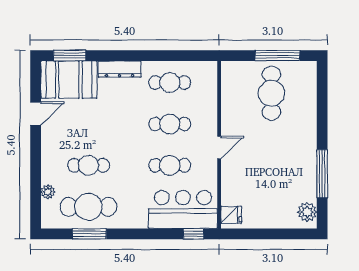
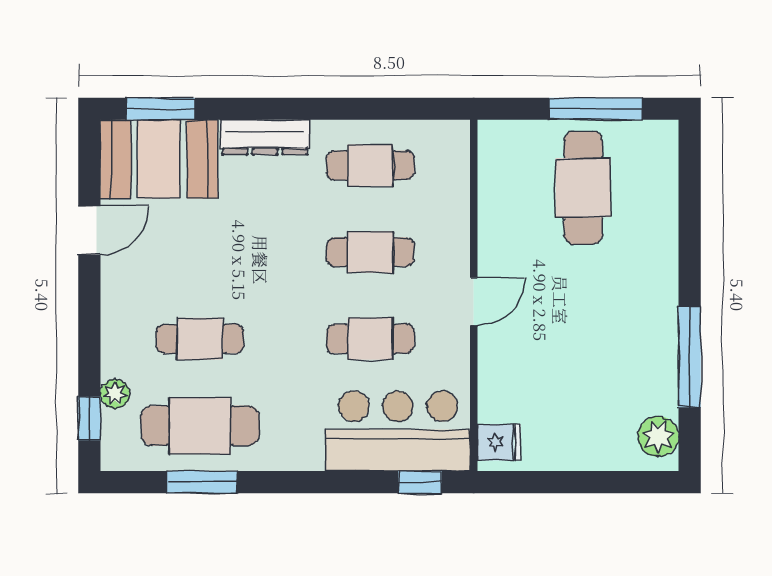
window: (36, 203) -> (89, 418), added

